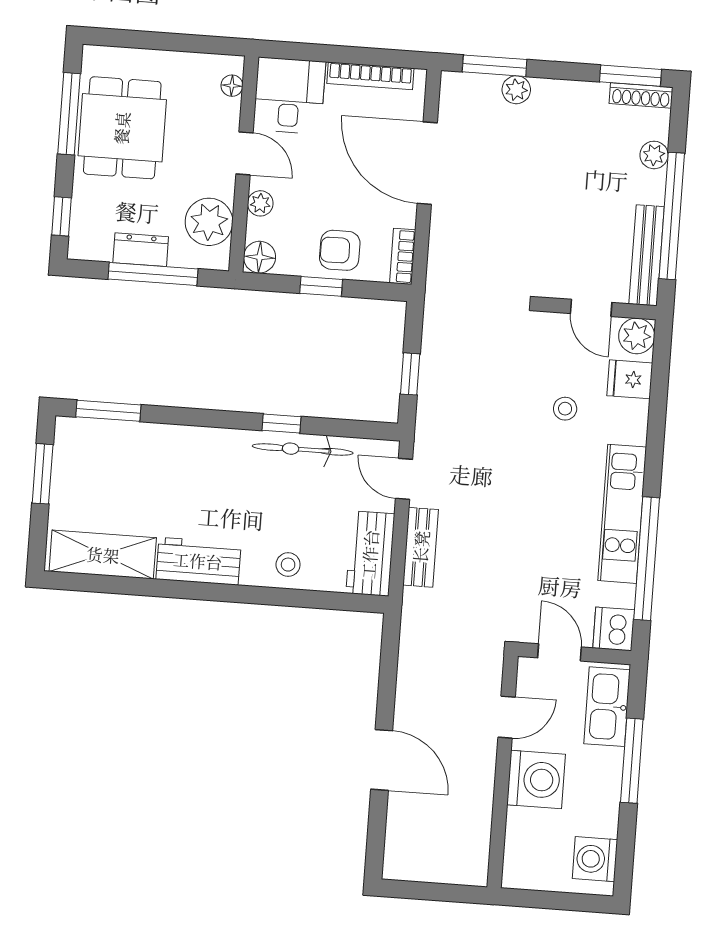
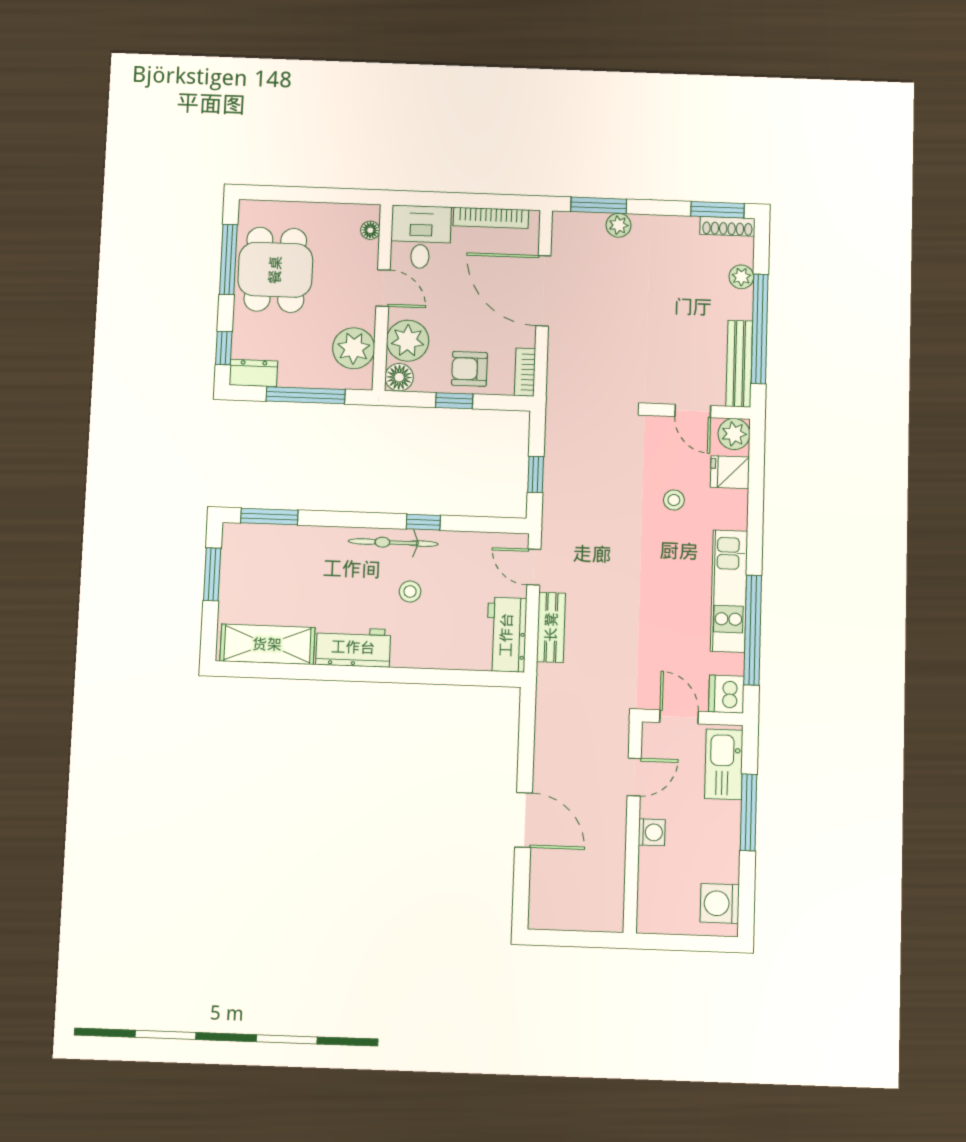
plant: (260, 203) -> (408, 341), width x1.88, depth x1.88
dresser: (141, 250) -> (253, 373), moved
bicycle: (303, 449) -> (393, 543), moved
stool: (288, 565) -> (410, 592), moved
washing machine: (536, 780) -> (652, 832), width x0.53, depth x0.53

